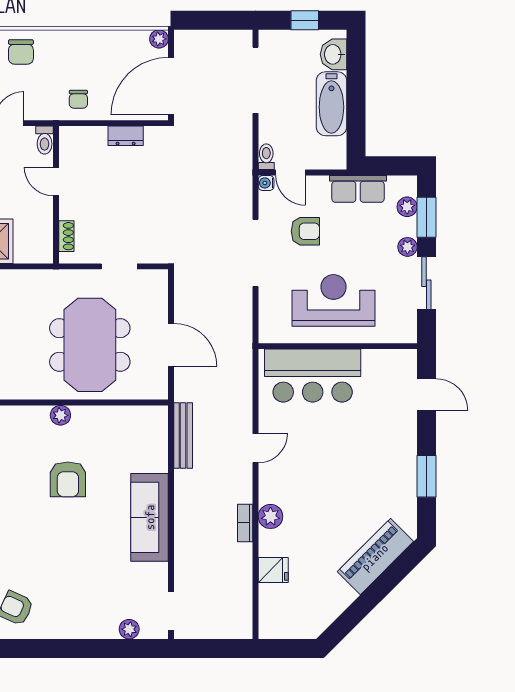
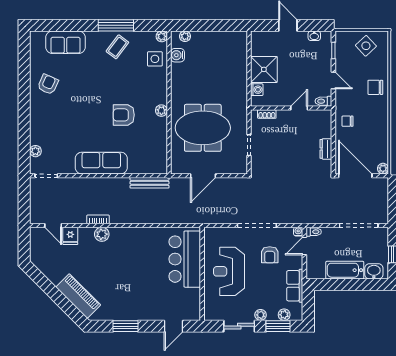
washing machine: (25, 253) -> (257, 90), added
reception desk: (334, 300) -> (229, 271), turned 180
door: (256, 448) -> (53, 225), moved

